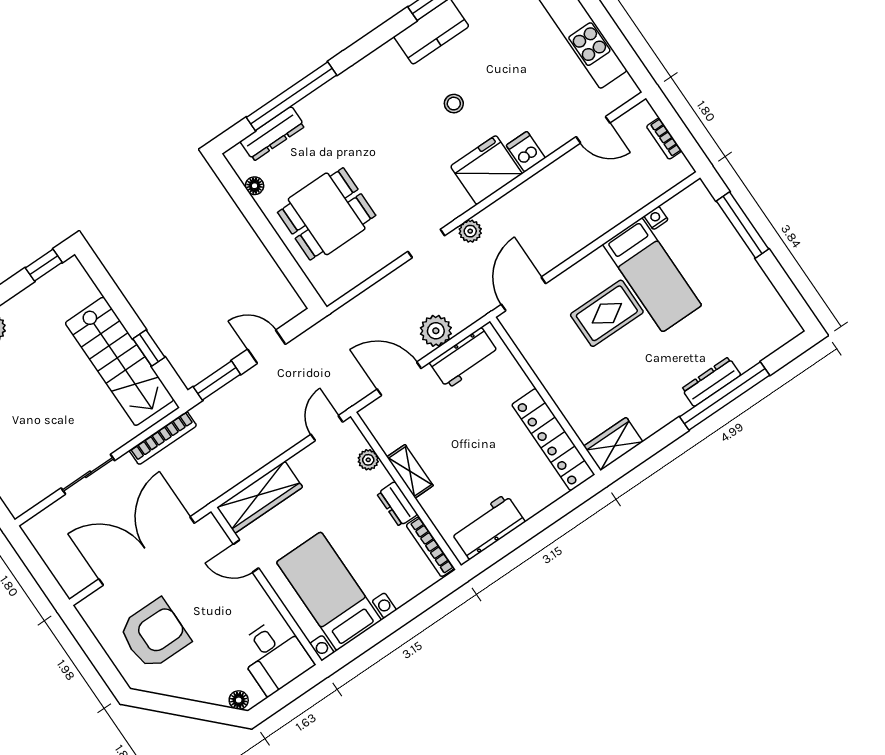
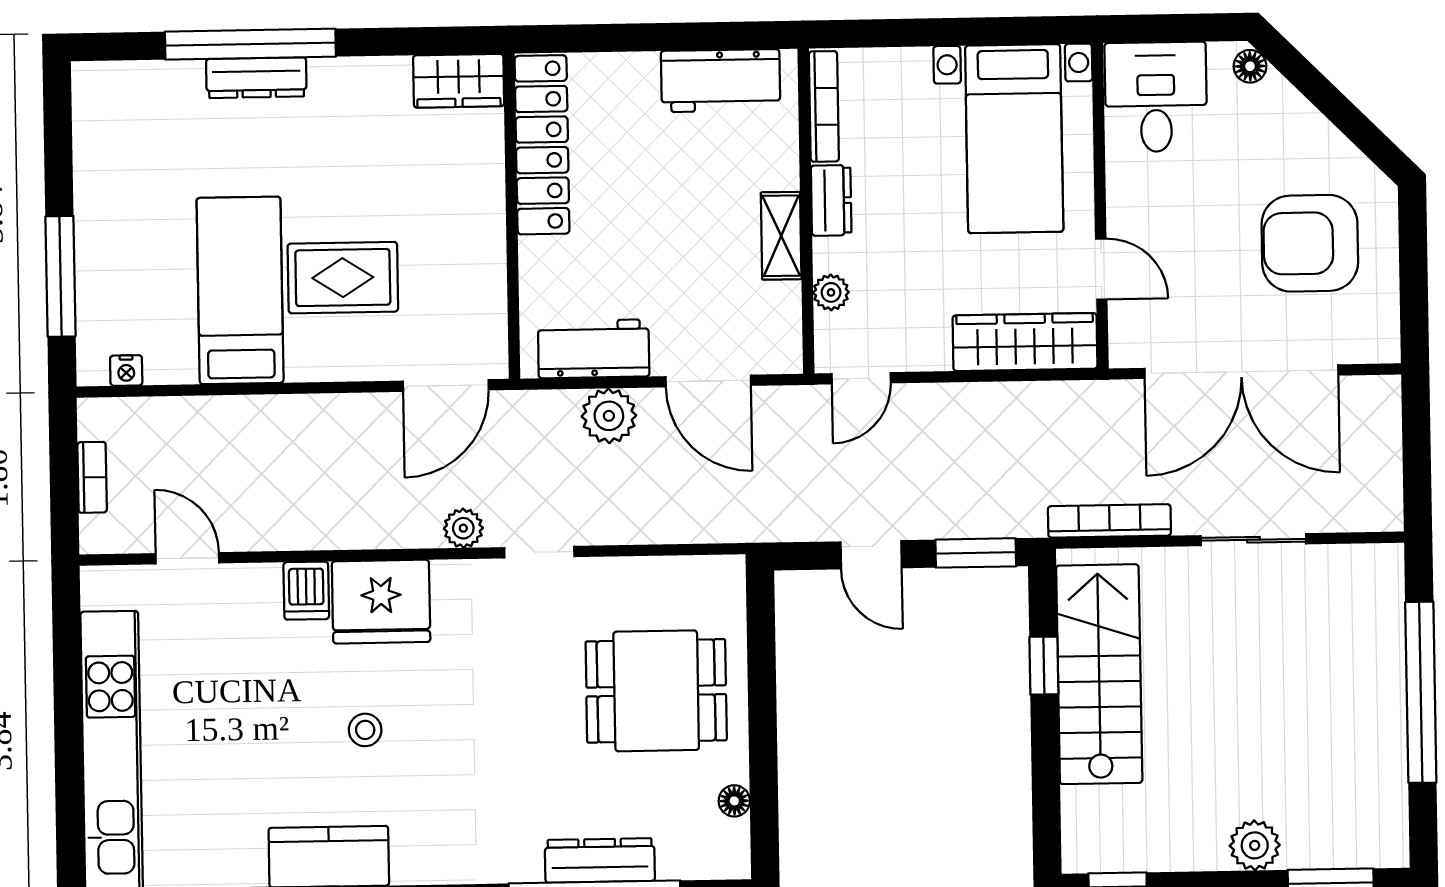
dresser: (272, 134) -> (600, 860), moved
nightstand: (656, 218) -> (126, 370), moved

